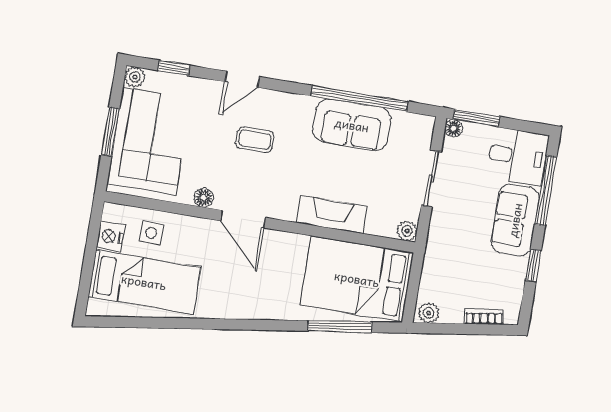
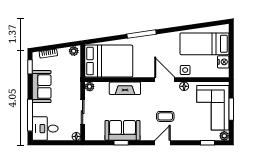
door: (242, 79) -> (162, 143), moved
window: (359, 99) -> (121, 143), width x0.32
window: (477, 118) -> (67, 143), removed
sofa: (515, 220) -> (42, 87), moved
side table: (151, 233) -> (185, 70), moved
window: (533, 265) -> (30, 67), moved
window: (340, 327) -> (142, 34), moved

